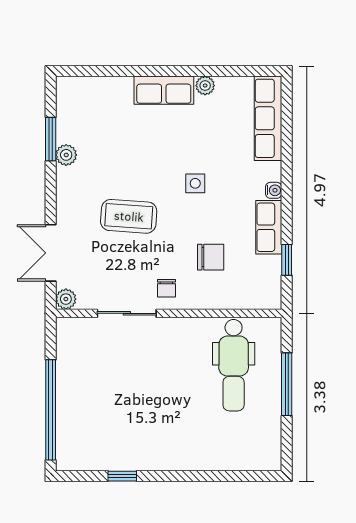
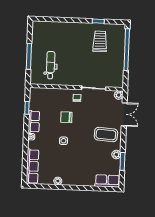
row of seats: (164, 90) -> (107, 181), moved
coffee table: (129, 216) -> (106, 135), moved
chair: (211, 257) -> (66, 117), moved
dental chair: (234, 365) -> (51, 65), width x0.73, depth x0.72
trolley: (116, 427) -> (100, 41), added

